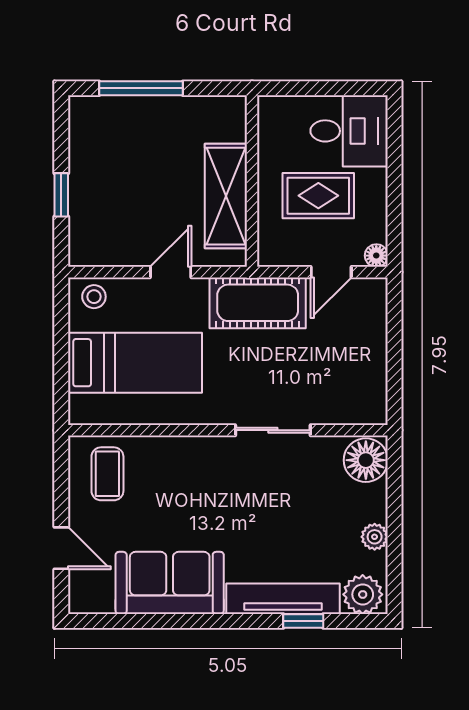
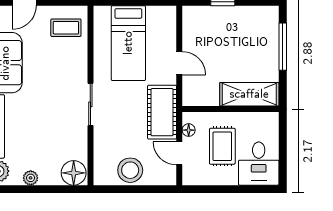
shelving: (226, 196) -> (249, 94), moved
floor lamp: (376, 256) -> (189, 130), moved
stool: (94, 297) -> (130, 170), moved, width x1.89, depth x1.89
sliding door: (273, 430) -> (90, 104), moved

